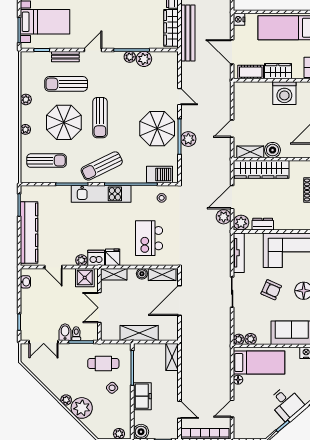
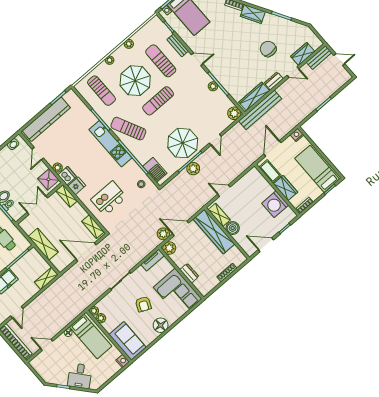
plant: (144, 59) -> (234, 113), moved
dresser: (263, 224) -> (189, 273), moved
tv unit: (239, 253) -> (153, 260), width x0.71
boiler: (142, 274) -> (82, 213), removed

